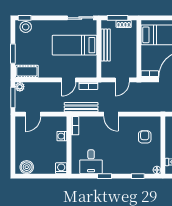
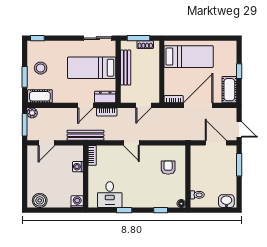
stool: (26, 27) -> (41, 68), moved
dresser: (87, 72) -> (105, 97), added
bench: (81, 107) -> (85, 135), moved

